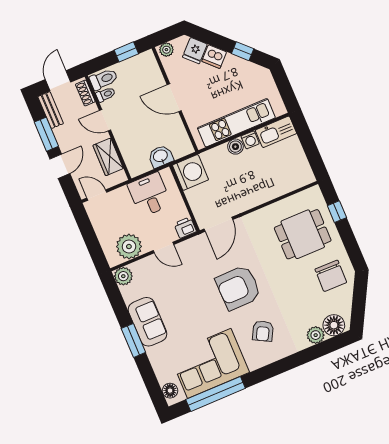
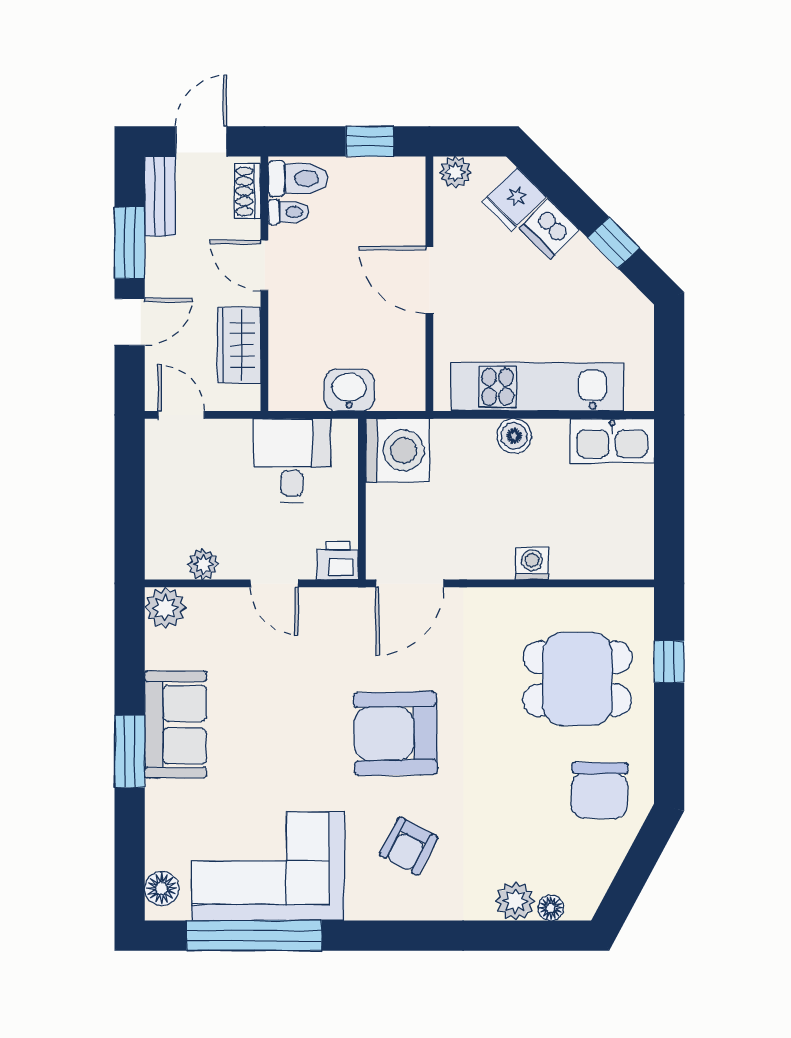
washing machine: (250, 140) -> (532, 563), moved, turned 180
plant: (129, 247) -> (203, 564), width x0.53, depth x0.53
floor lamp: (334, 325) -> (551, 908), width x0.53, depth x0.53

